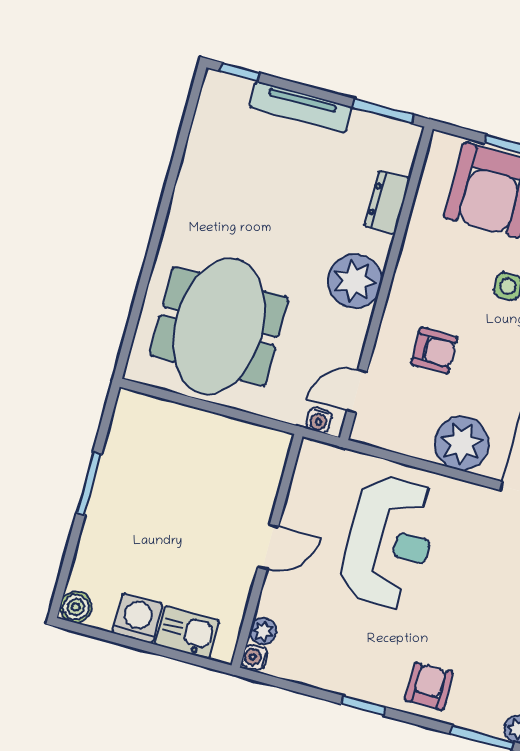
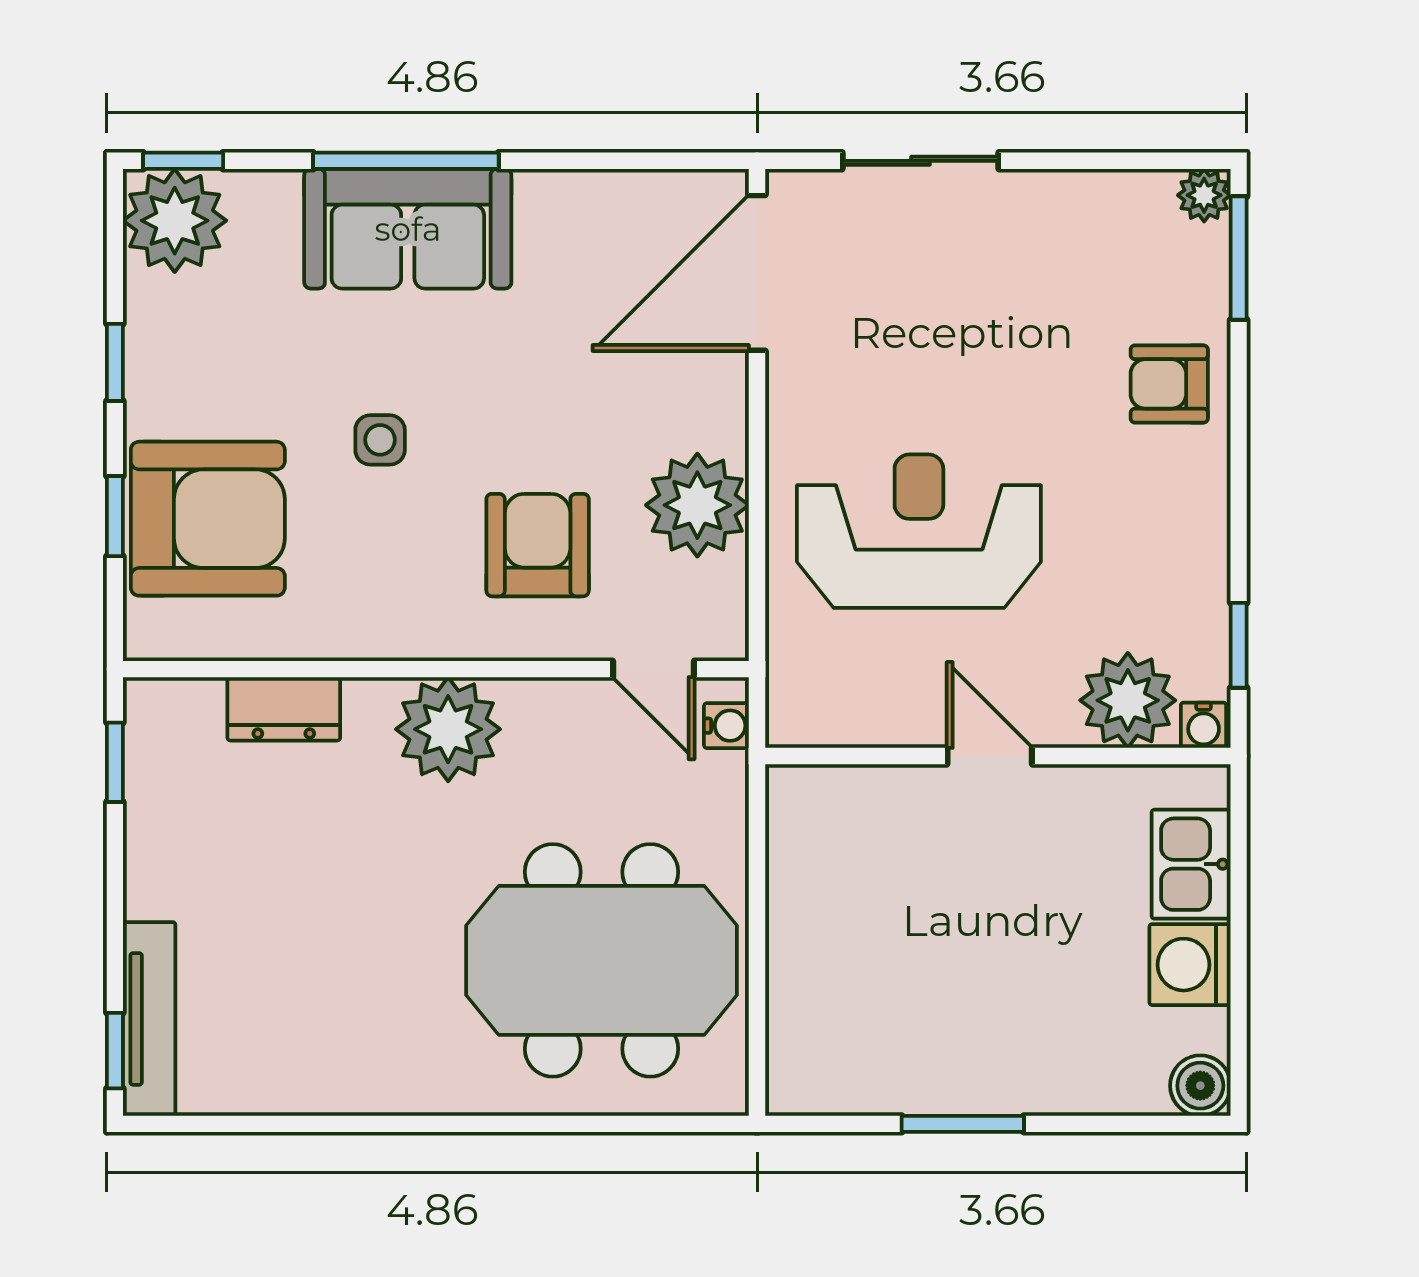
tv unit: (301, 107) -> (149, 1019), moved
window: (383, 111) -> (115, 762), width x0.67
armchair: (434, 351) -> (538, 545), width x1.38, depth x1.38
plant: (462, 443) -> (697, 505), moved
plant: (263, 631) -> (1128, 700), width x1.88, depth x1.88
window: (363, 706) -> (1239, 645), moved

